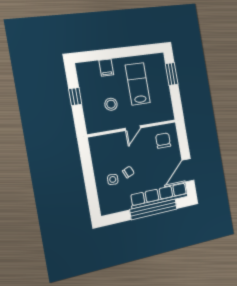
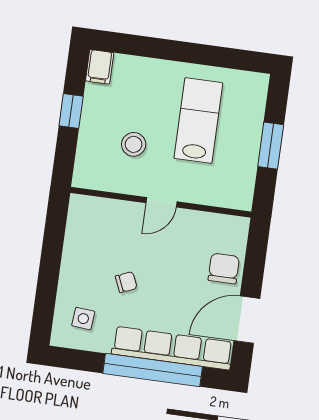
filing cabinet: (106, 68) -> (100, 67), moved
window: (172, 74) -> (271, 146), moved
chair: (163, 141) -> (224, 268), moved
side table: (113, 179) -> (83, 319), moved

